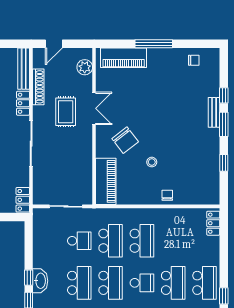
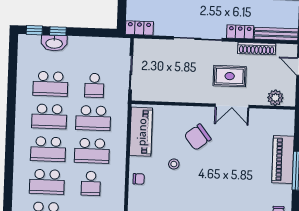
piano: (124, 58) -> (283, 160), moved
piano: (106, 181) -> (141, 132), moved, turned -90
school desk: (173, 241) -> (91, 183), added
school desk: (142, 283) -> (48, 149), width x1.85

